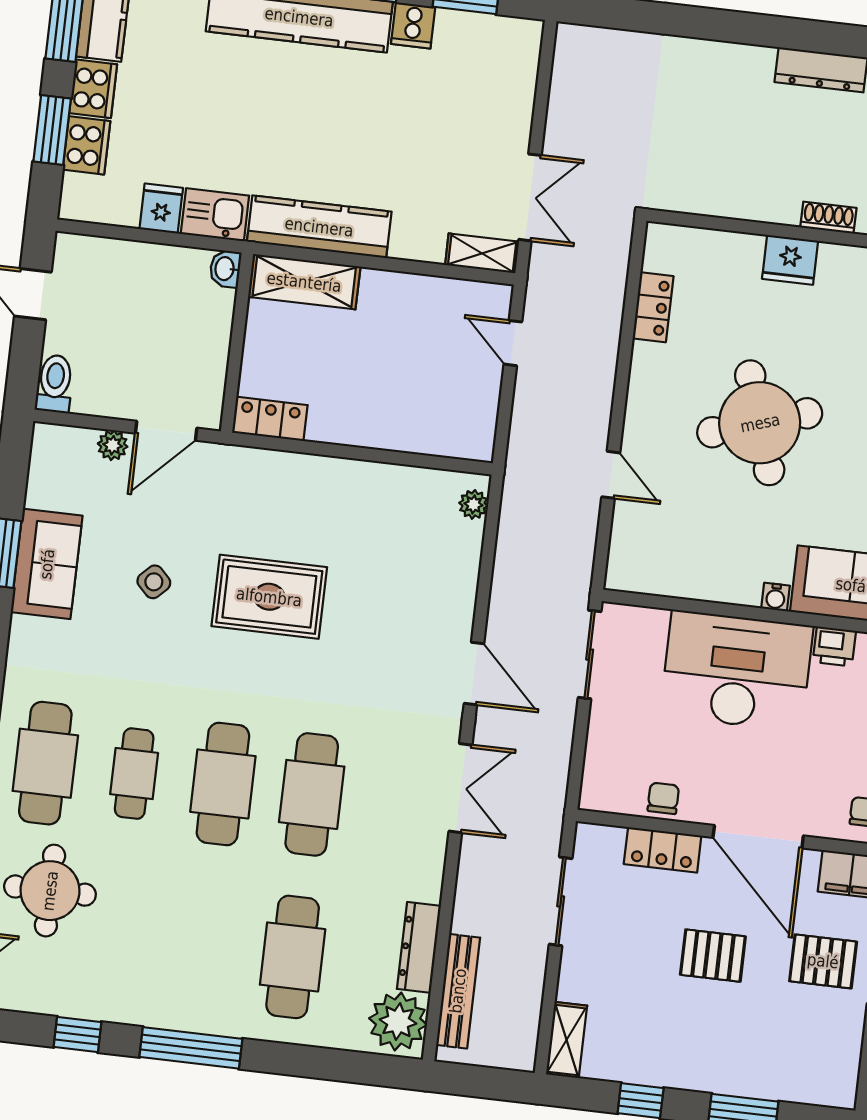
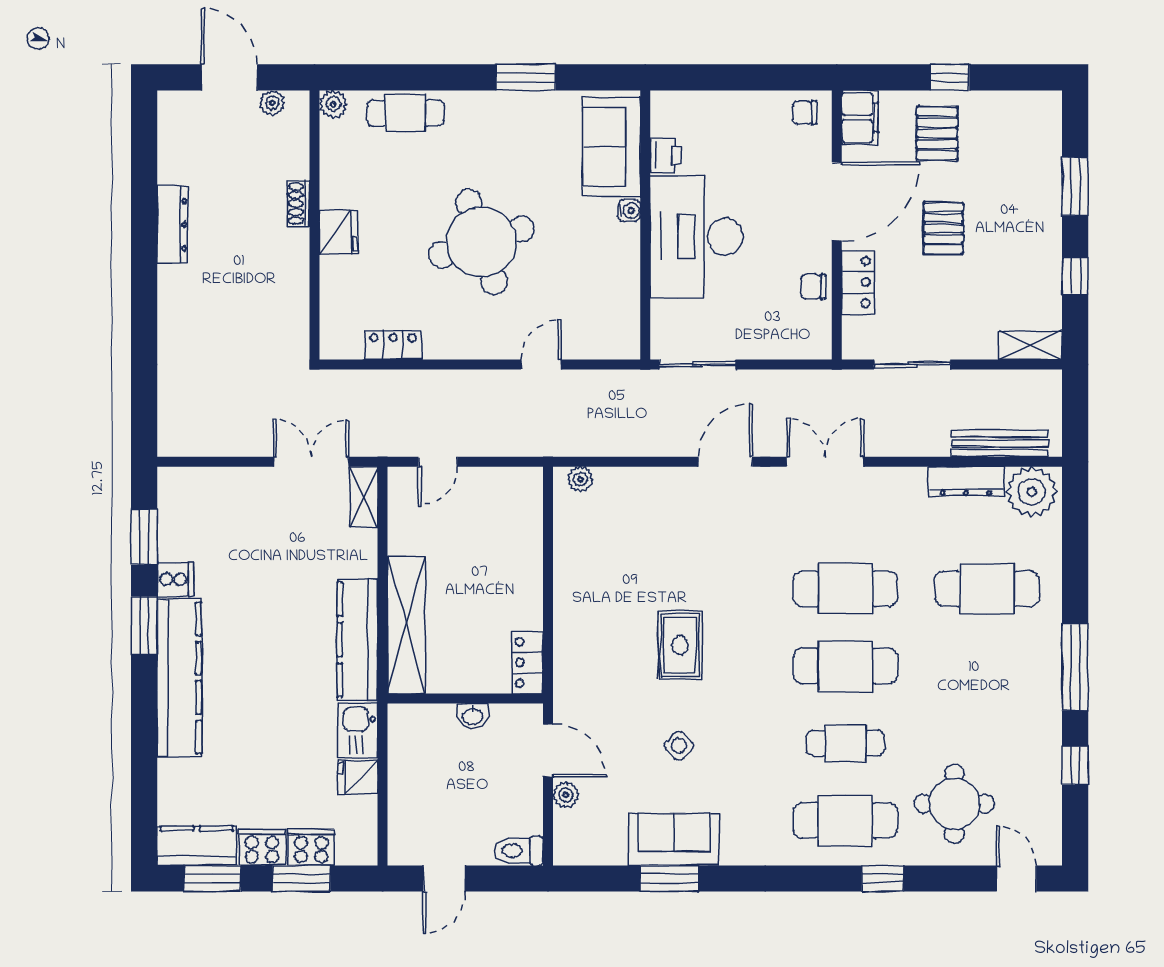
washbasin: (225, 269) -> (473, 716), moved
shelving: (304, 282) -> (406, 625), width x1.47
rug: (269, 597) -> (680, 645), width x0.73, depth x0.70

